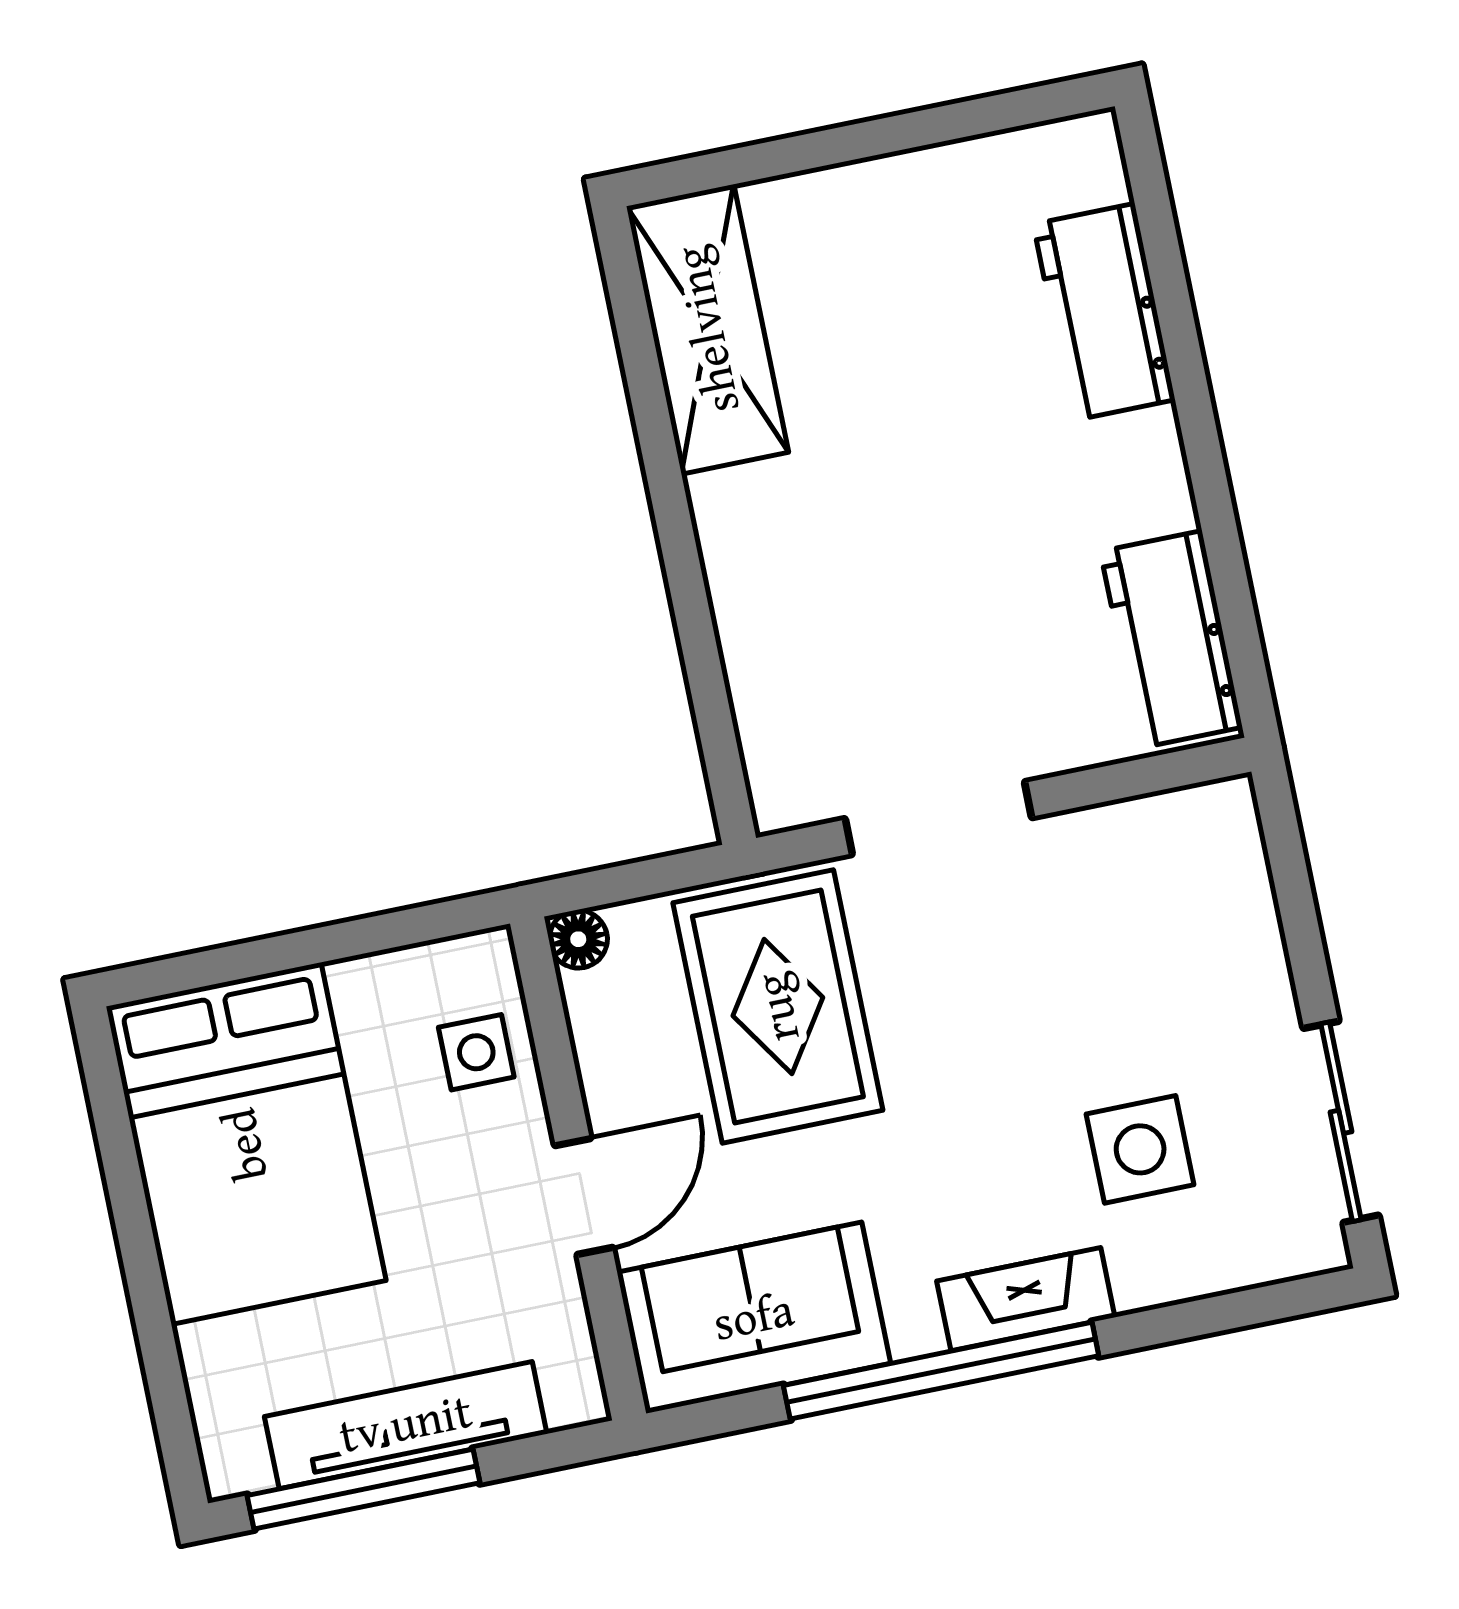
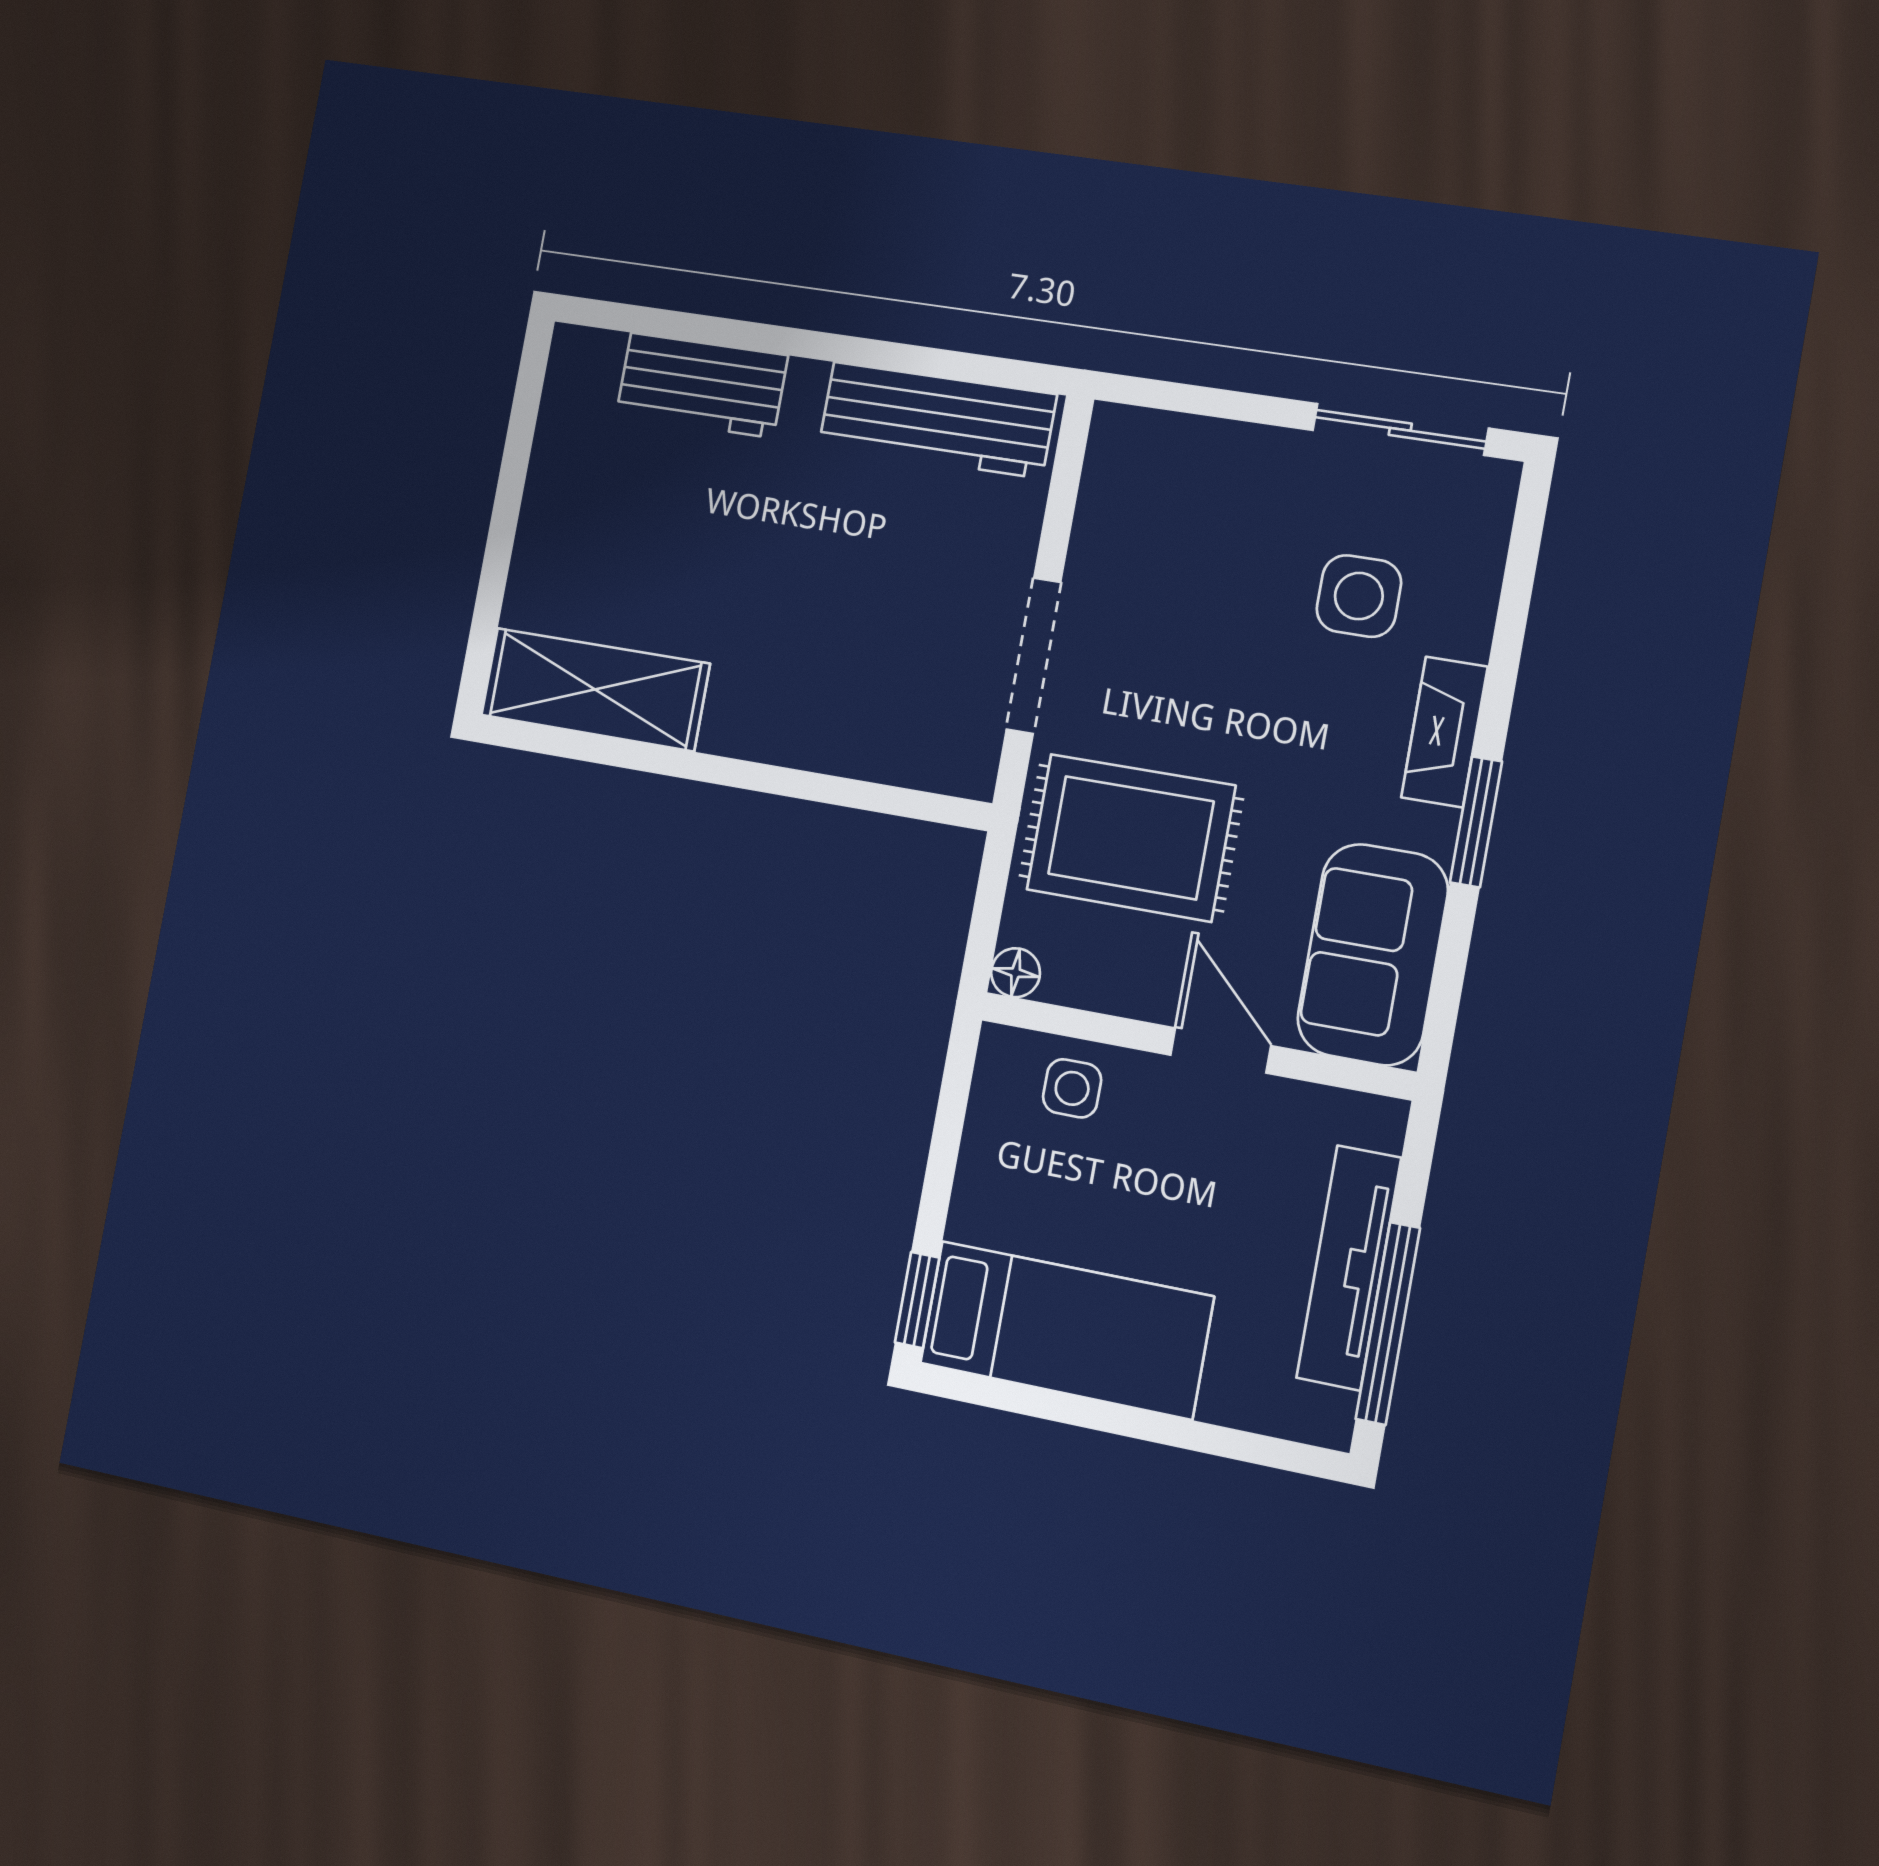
workbench: (1171, 639) -> (937, 420), width x1.38
window: (173, 975) -> (917, 1300), added
bed: (246, 1144) -> (1066, 1330), width x0.67
window: (941, 1371) -> (1476, 822), width x0.47

